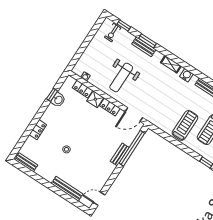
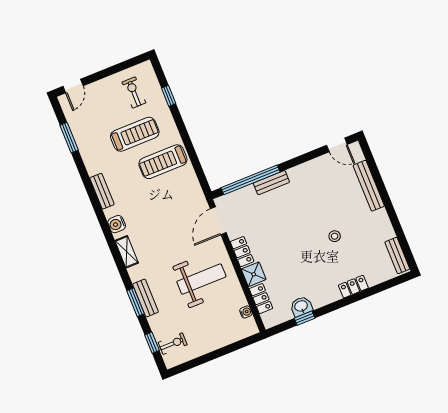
door: (134, 115) -> (218, 221), swing flipped

